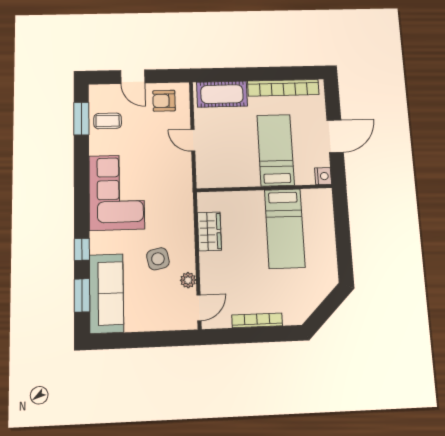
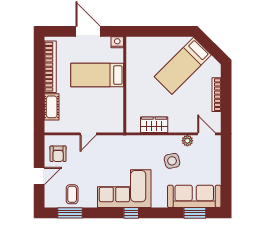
cot: (222, 94) -> (52, 107), width x0.73, depth x0.75
bed: (285, 228) -> (183, 66), moved, turned 135
window: (82, 249) -> (131, 213), moved

